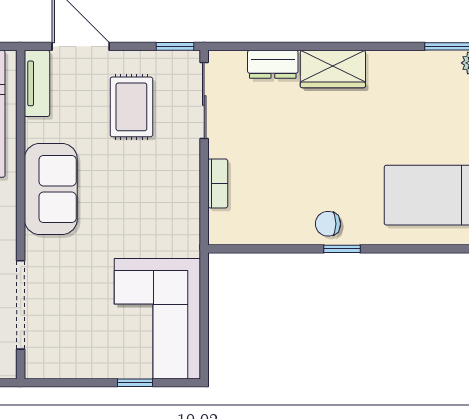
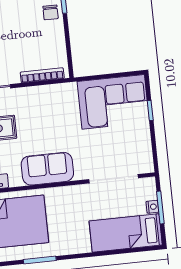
bookcase: (218, 183) -> (42, 75), width x1.56

